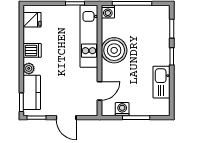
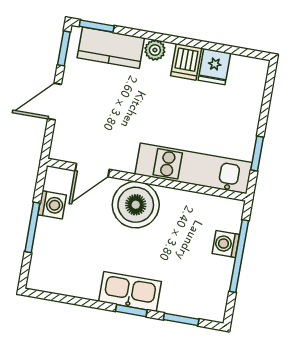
washing machine: (108, 12) -> (226, 244), moved
fridge: (32, 20) -> (214, 67), moved
boiler: (114, 50) -> (136, 205), moved
kitchen sink: (161, 82) -> (130, 291), moved
door: (100, 91) -> (92, 170), hinge flipped

